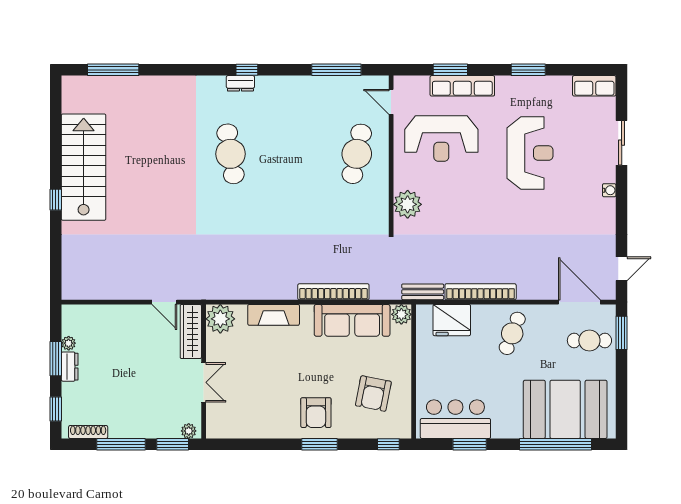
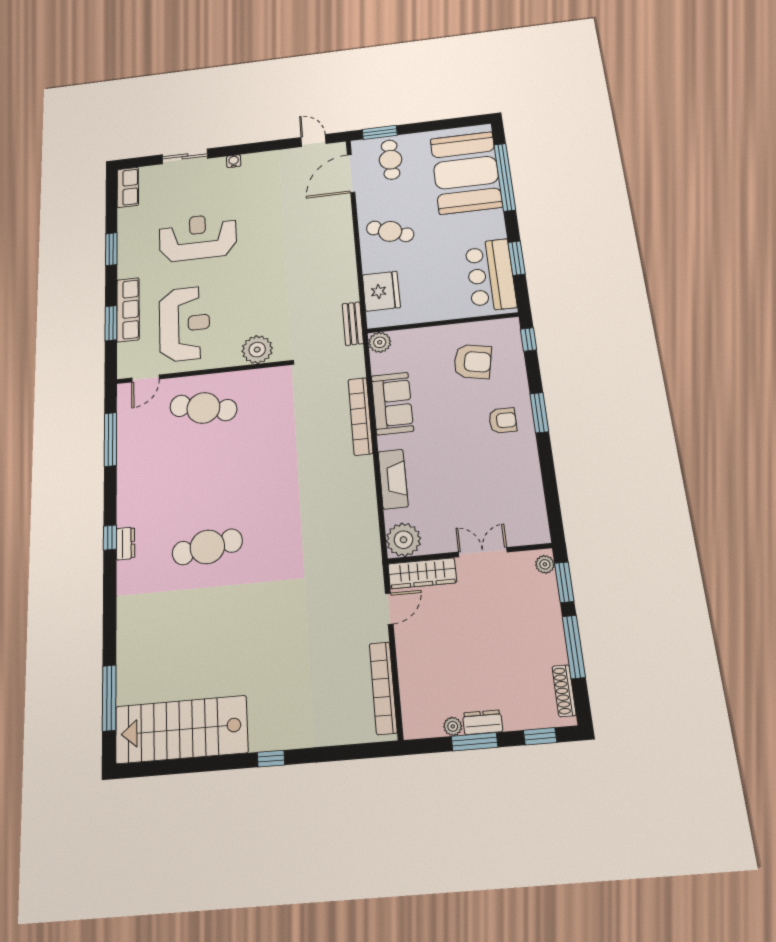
stairs: (84, 167) -> (181, 730), moved
bookcase: (481, 292) -> (383, 688), moved
sofa: (352, 320) -> (392, 403), width x0.73
armchair: (316, 413) -> (503, 420), width x0.72, depth x0.72

